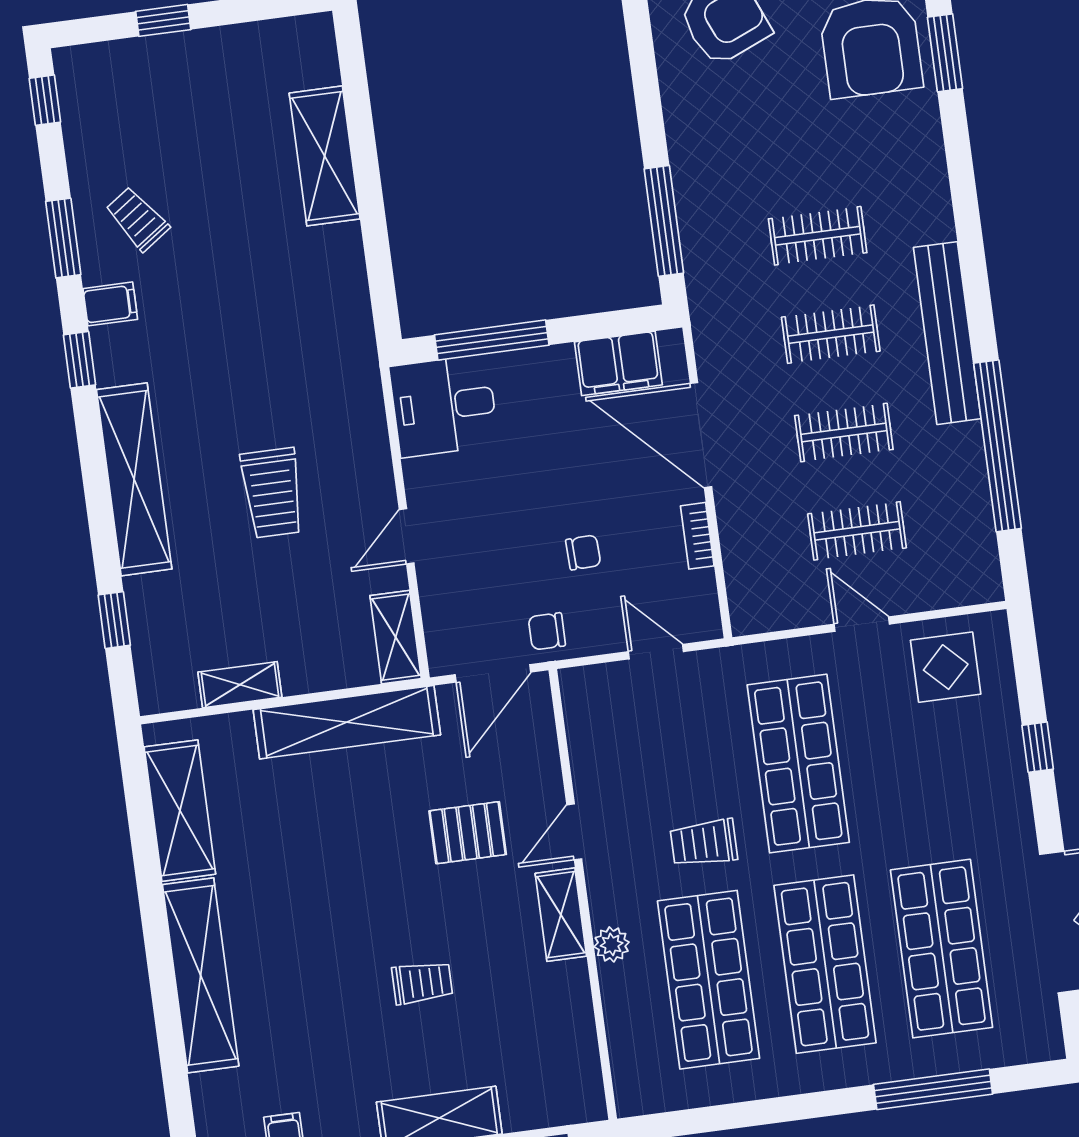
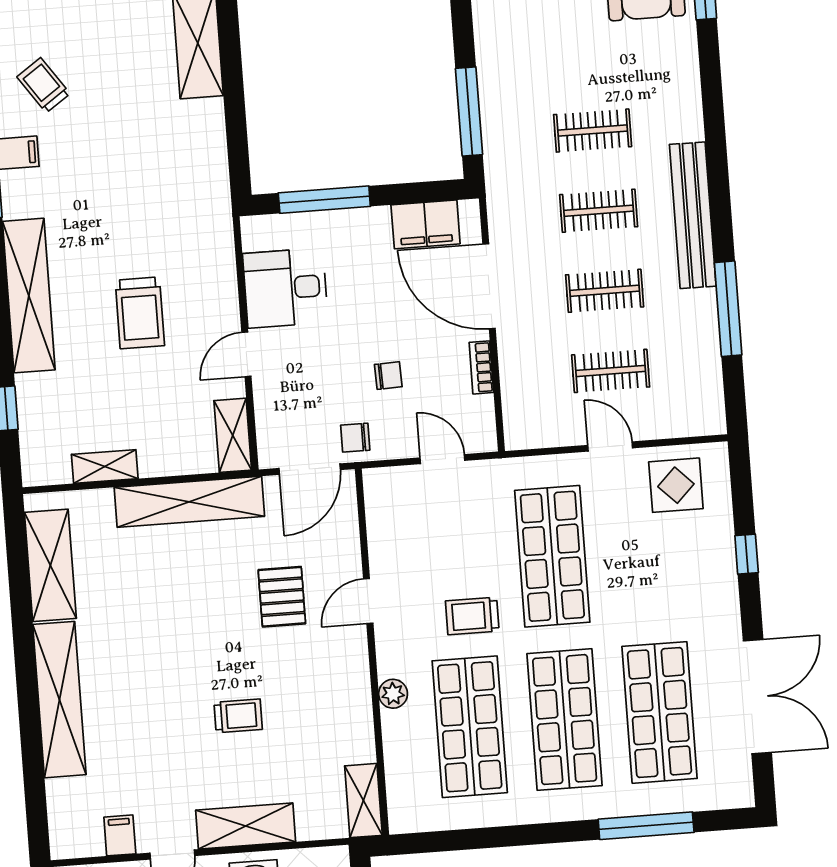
desk: (444, 406) -> (285, 288), moved
window: (997, 446) -> (728, 309), width x0.68
pallet: (468, 833) -> (282, 597), turned 90
shelving: (561, 915) -> (363, 801), moved

